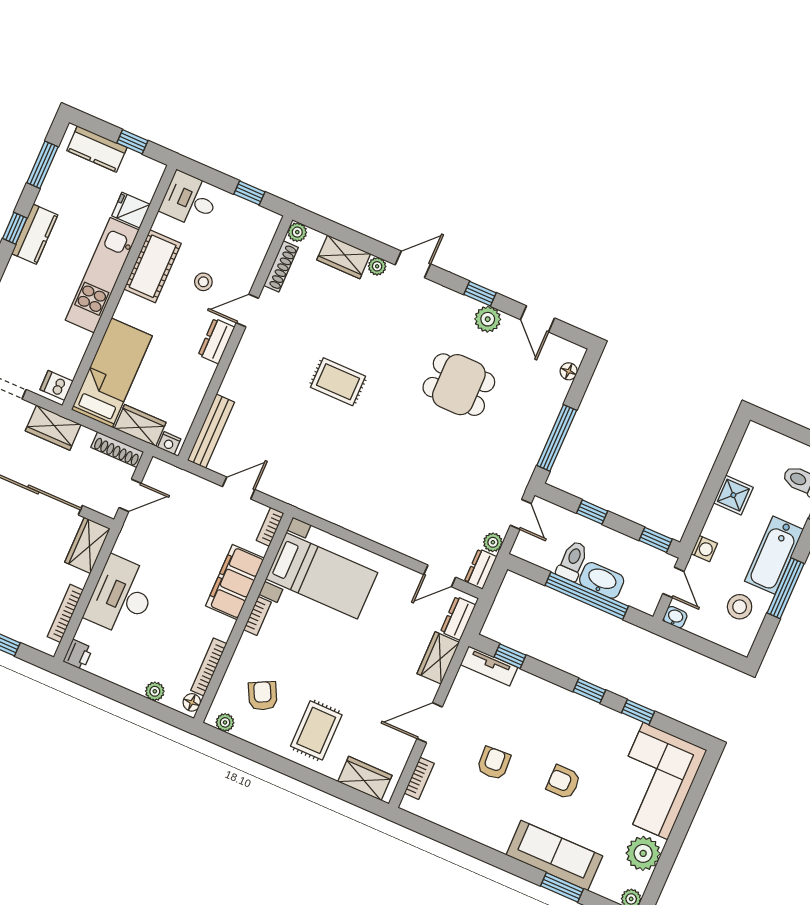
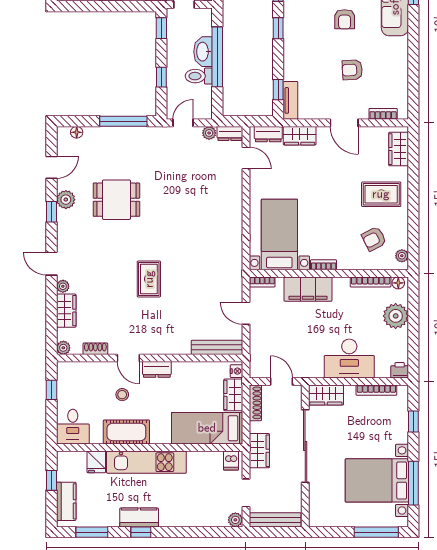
shoe rack: (281, 266) -> (95, 349), width x0.70
dining table: (459, 385) -> (116, 200), turned 90
plant: (155, 691) -> (396, 316), width x1.87, depth x1.87

